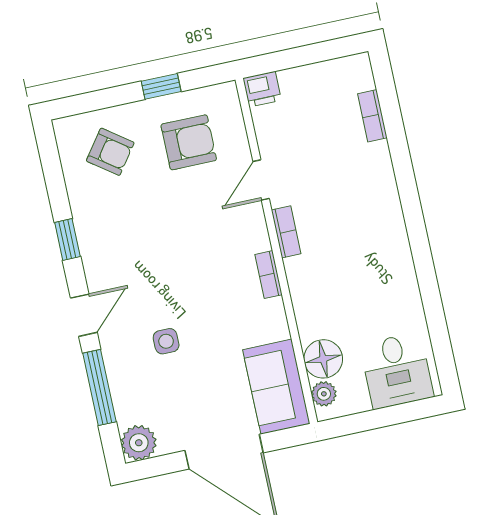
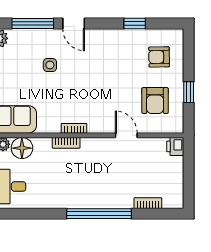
armchair: (110, 152) -> (159, 57), turned 53
window: (410, 198) -> (99, 214), added
bookcase: (286, 232) -> (66, 143), moved
window: (67, 239) -> (135, 24), moved

